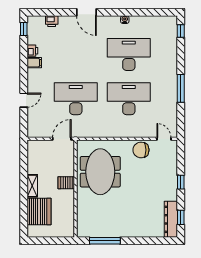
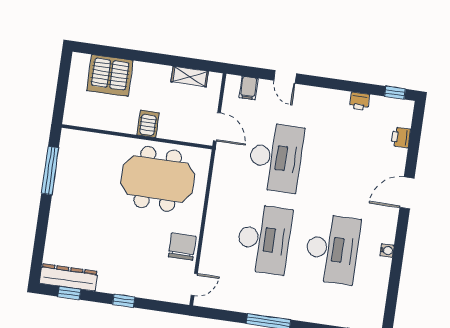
filing cabinet: (34, 63) -> (248, 88), moved
shelving: (32, 186) -> (190, 77), moved

